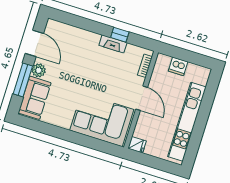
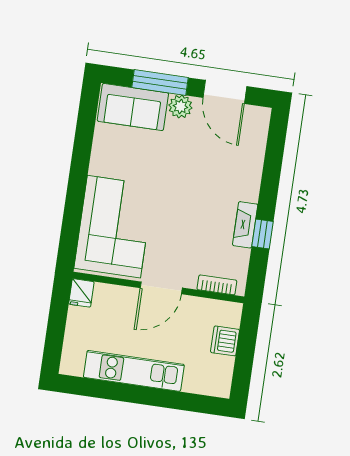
door: (34, 43) -> (225, 92), hinge flipped
kitchen unit: (187, 122) -> (134, 371), width x0.73

